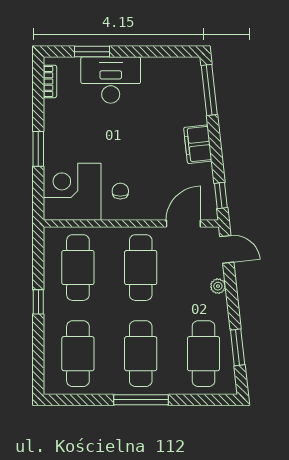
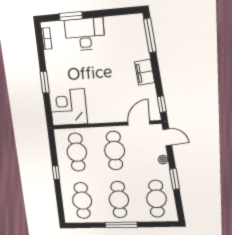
chair: (120, 191) -> (98, 105), removed
window: (238, 347) -> (174, 179), moved

